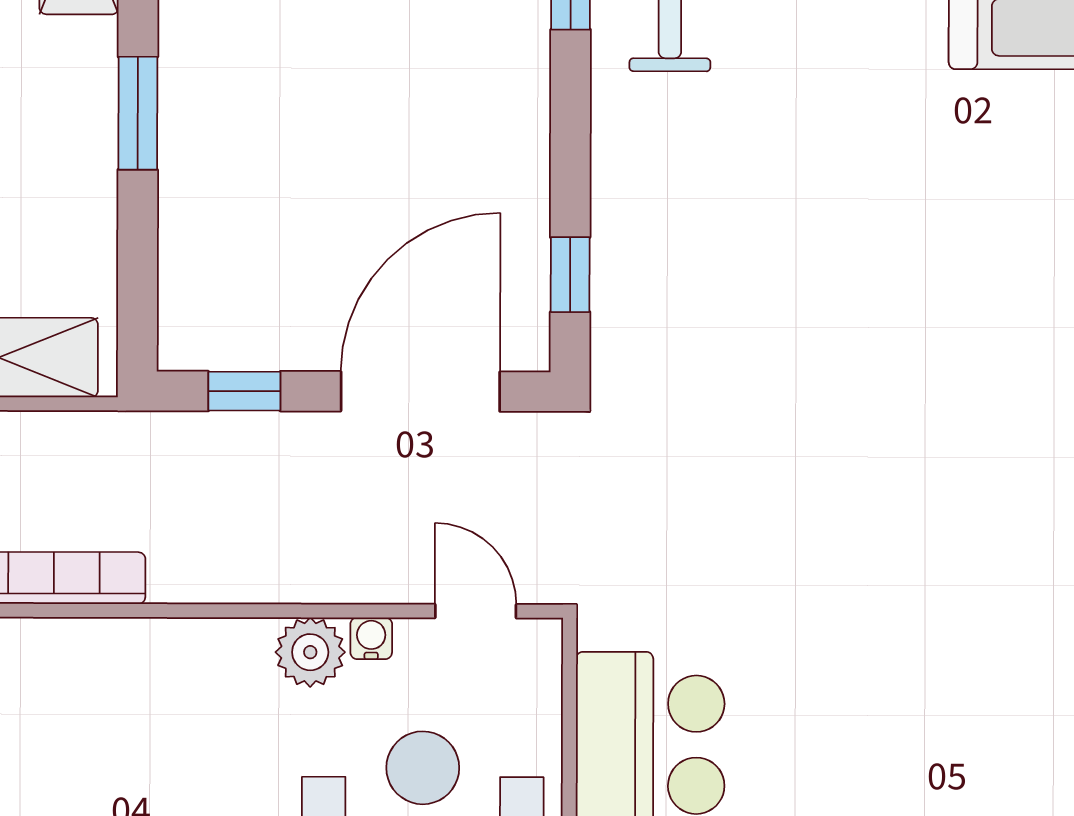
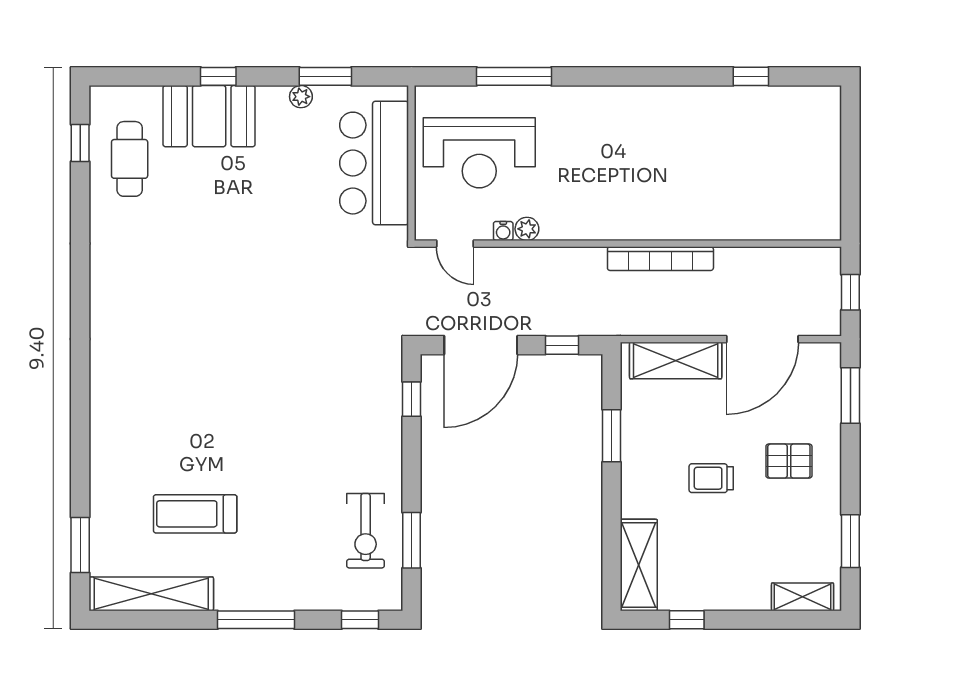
window: (138, 113) -> (611, 436), moved
plant: (310, 652) -> (527, 229), width x0.73, depth x0.73

